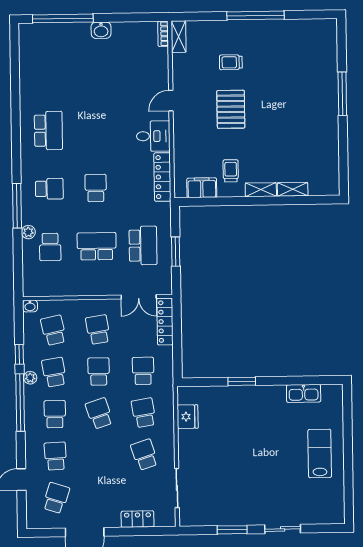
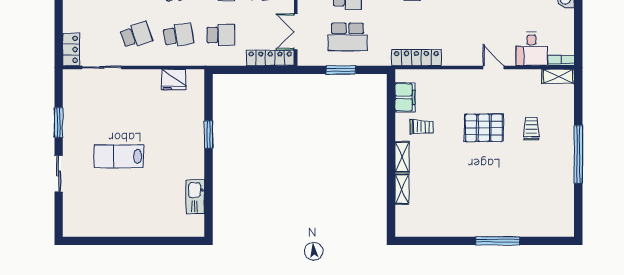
desk: (153, 136) -> (531, 49), moved
lab bench: (320, 453) -> (119, 156), moved, turned 180
locker: (138, 519) -> (71, 49), moved

